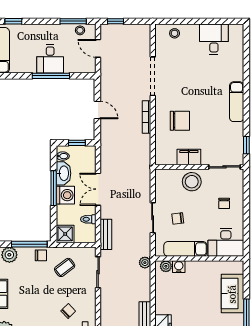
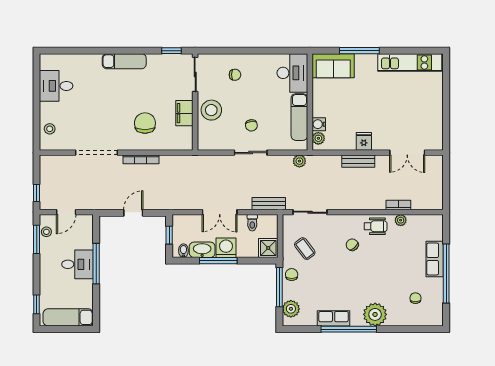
desk: (226, 242) -> (292, 73), moved
exam couch: (185, 249) -> (299, 117), moved
wall: (199, 258) -> (310, 102), moved
plant: (166, 266) -> (318, 138), moved
water cooler: (179, 267) -> (319, 124), moved

